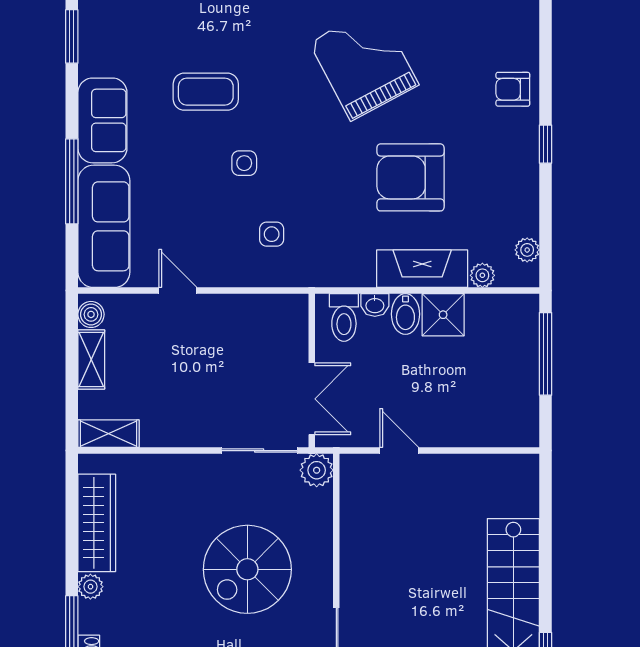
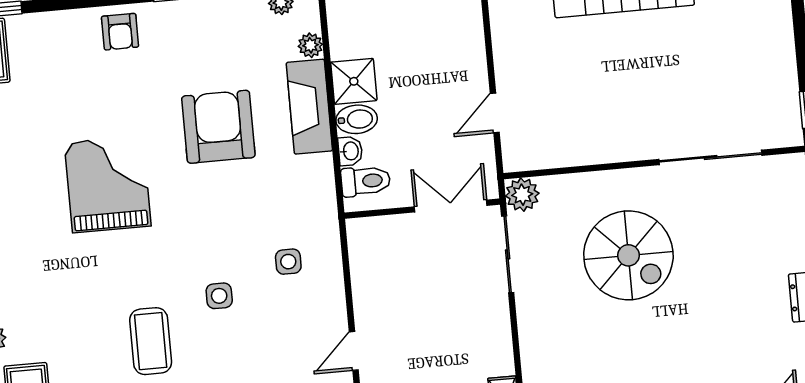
grand piano: (364, 64) -> (108, 184), turned 118
armchair: (411, 177) -> (218, 127), turned 180

